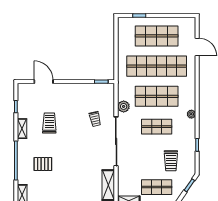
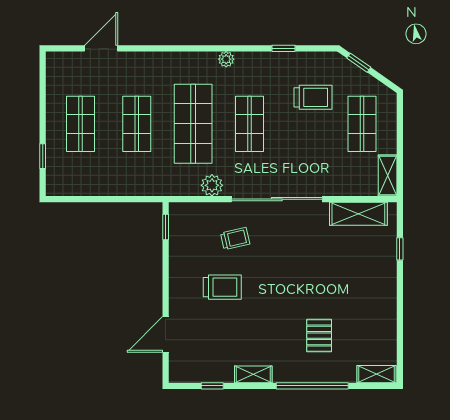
shop shelf: (157, 36) -> (81, 124), width x0.70, depth x0.74
shop shelf: (157, 66) -> (137, 124), width x0.50, depth x0.74
trolley: (49, 123) -> (222, 287), moved, turned 180

